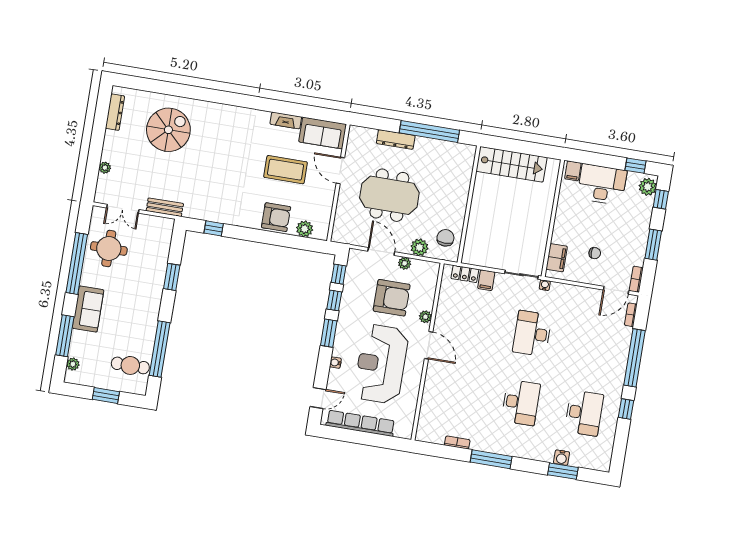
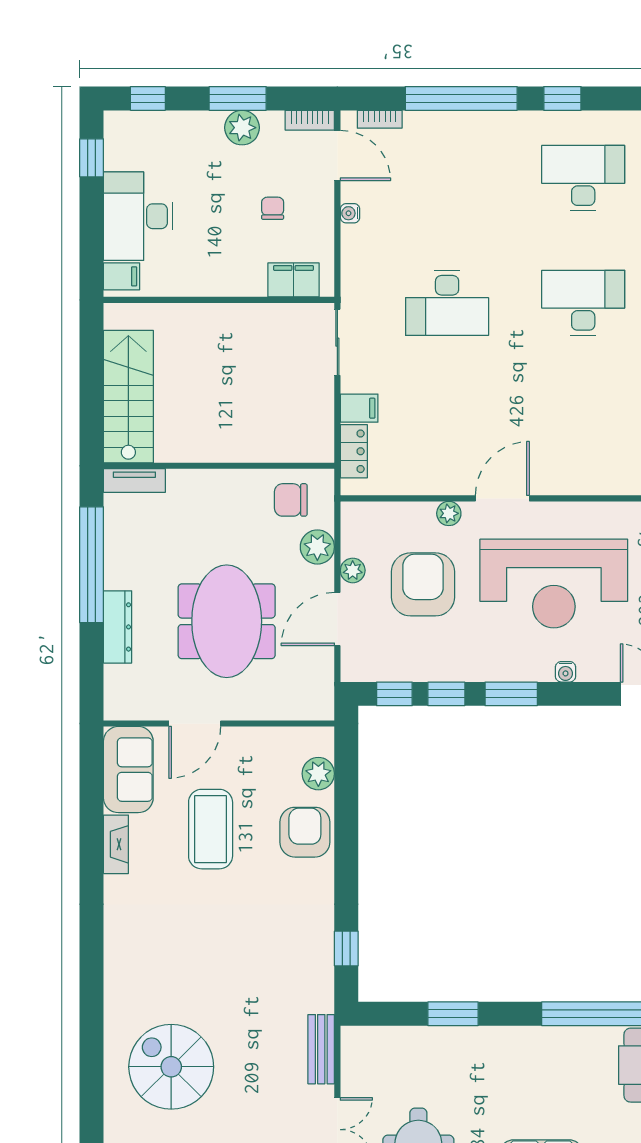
tv unit: (468, 160) -> (134, 481), added
plant: (648, 187) -> (242, 128), moved
water cooler: (545, 285) -> (350, 213), moved

